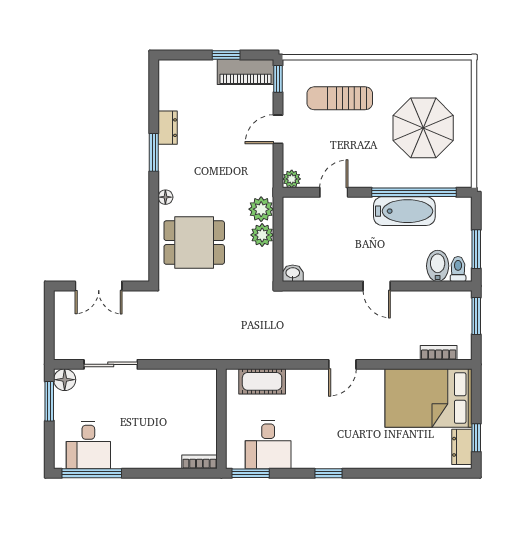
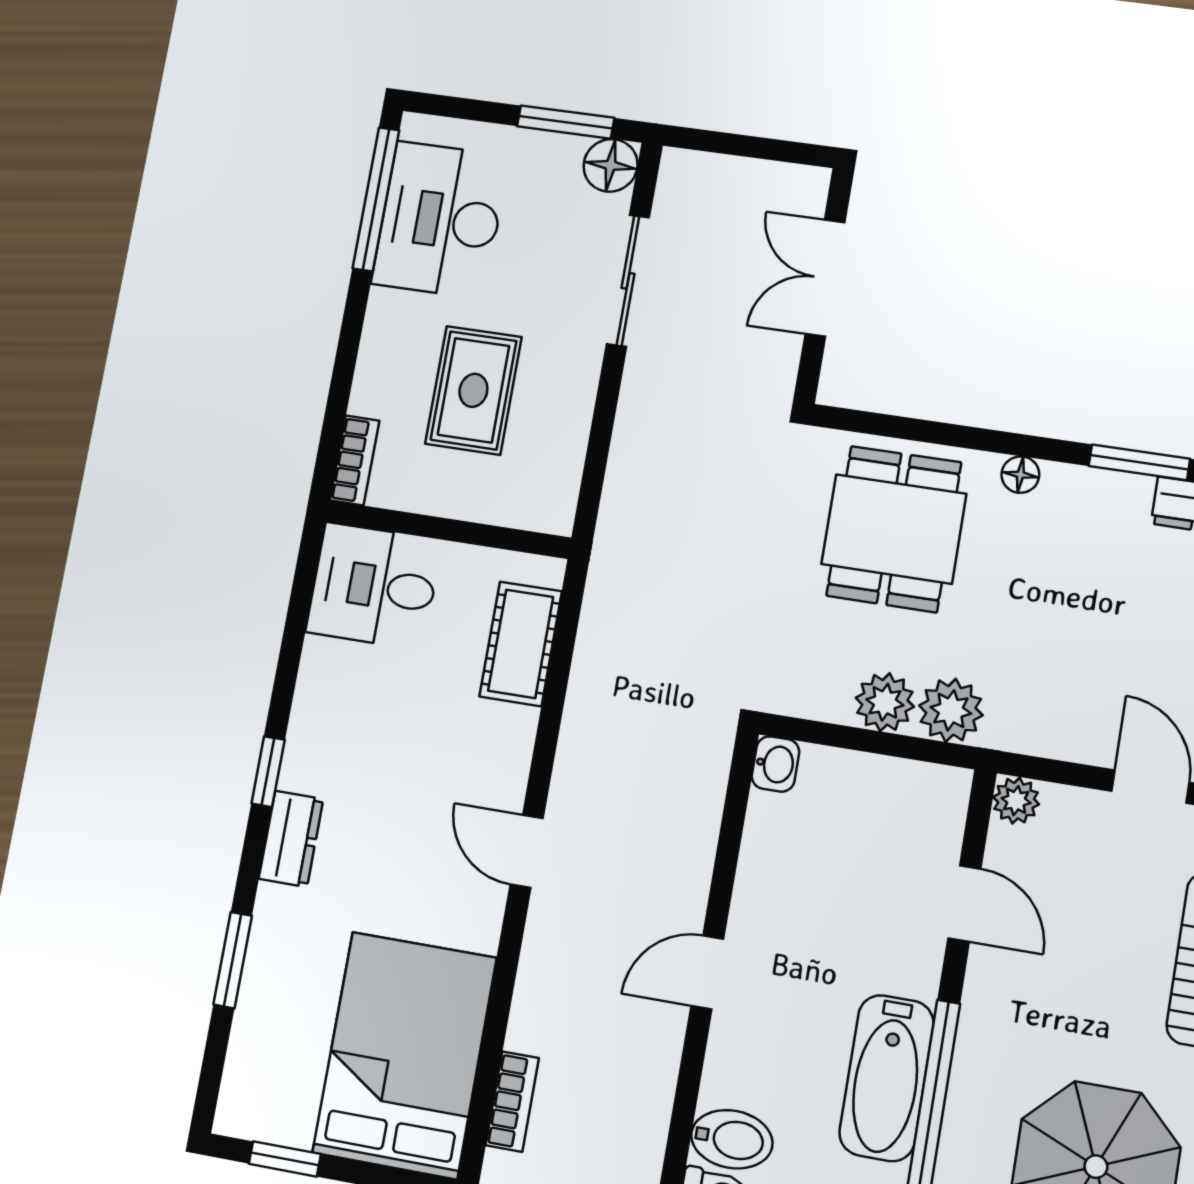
rug: (164, 419) -> (473, 390), added
desk: (268, 444) -> (374, 586), moved
desk: (88, 445) -> (440, 220), width x1.37
dresser: (462, 447) -> (291, 839), moved, turned 90
window: (251, 473) -> (233, 960), moved

